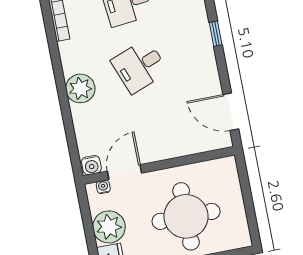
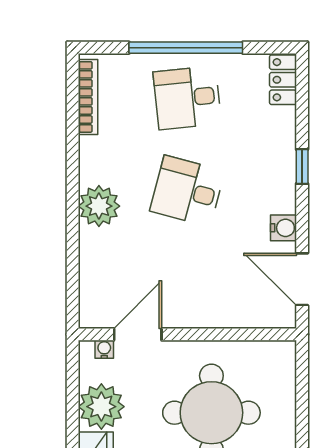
desk: (140, 66) -> (187, 191), turned 36
water cooler: (91, 165) -> (283, 228), moved, turned -90

